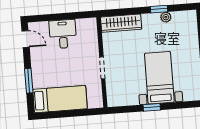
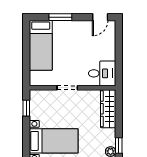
desk: (63, 34) -> (102, 73), moved
window: (152, 107) -> (26, 108), moved

